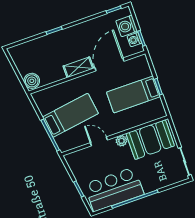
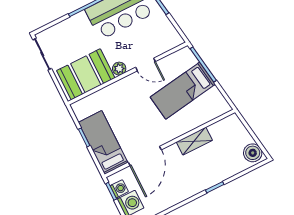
shelving: (78, 67) -> (194, 141), moved
boiler: (32, 81) -> (253, 153), moved
bed: (134, 94) -> (103, 142), moved, turned -90

